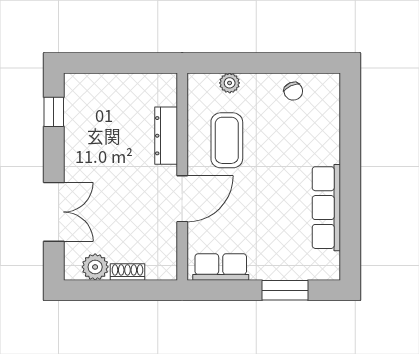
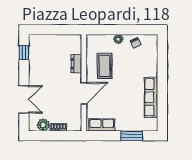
plant: (230, 83) -> (118, 39), moved
dresser: (166, 136) -> (76, 64), width x0.70

